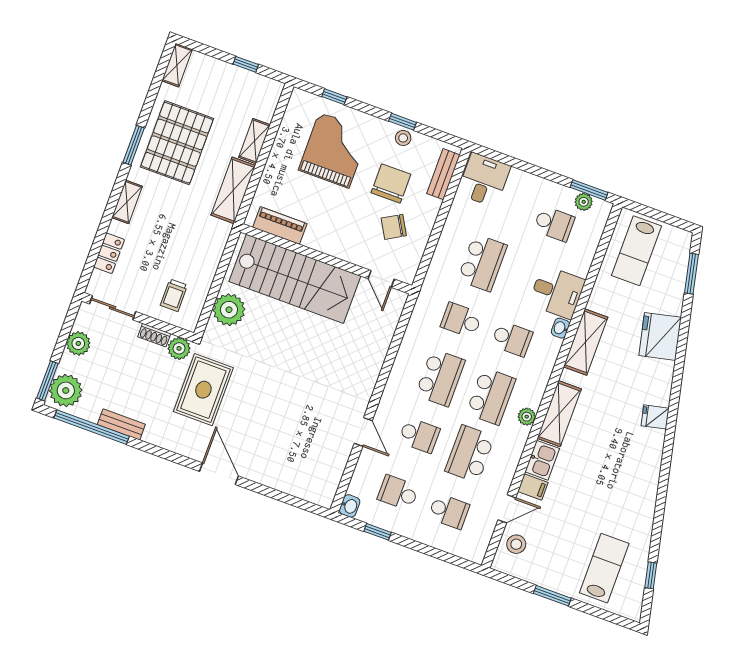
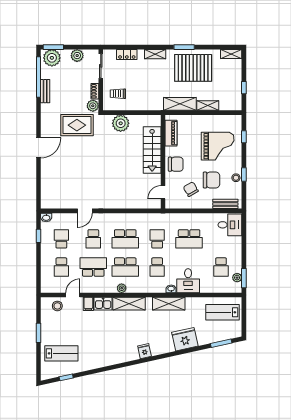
chair: (339, 237) -> (176, 164), added
stairs: (295, 279) -> (152, 150), width x0.73, depth x0.66
door: (507, 509) -> (73, 295), swing flipped

